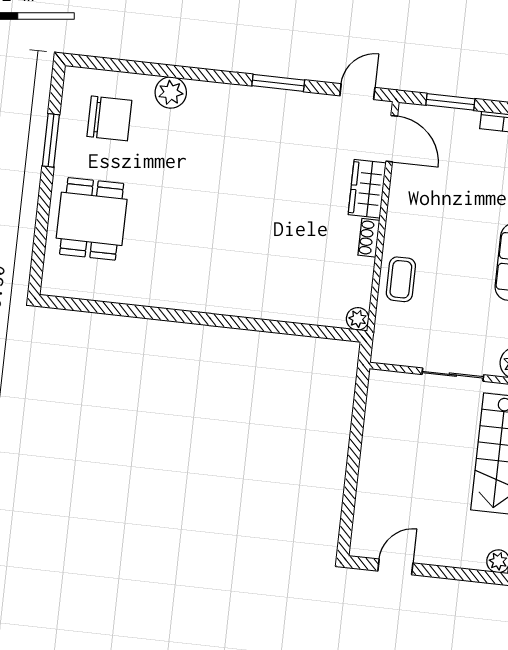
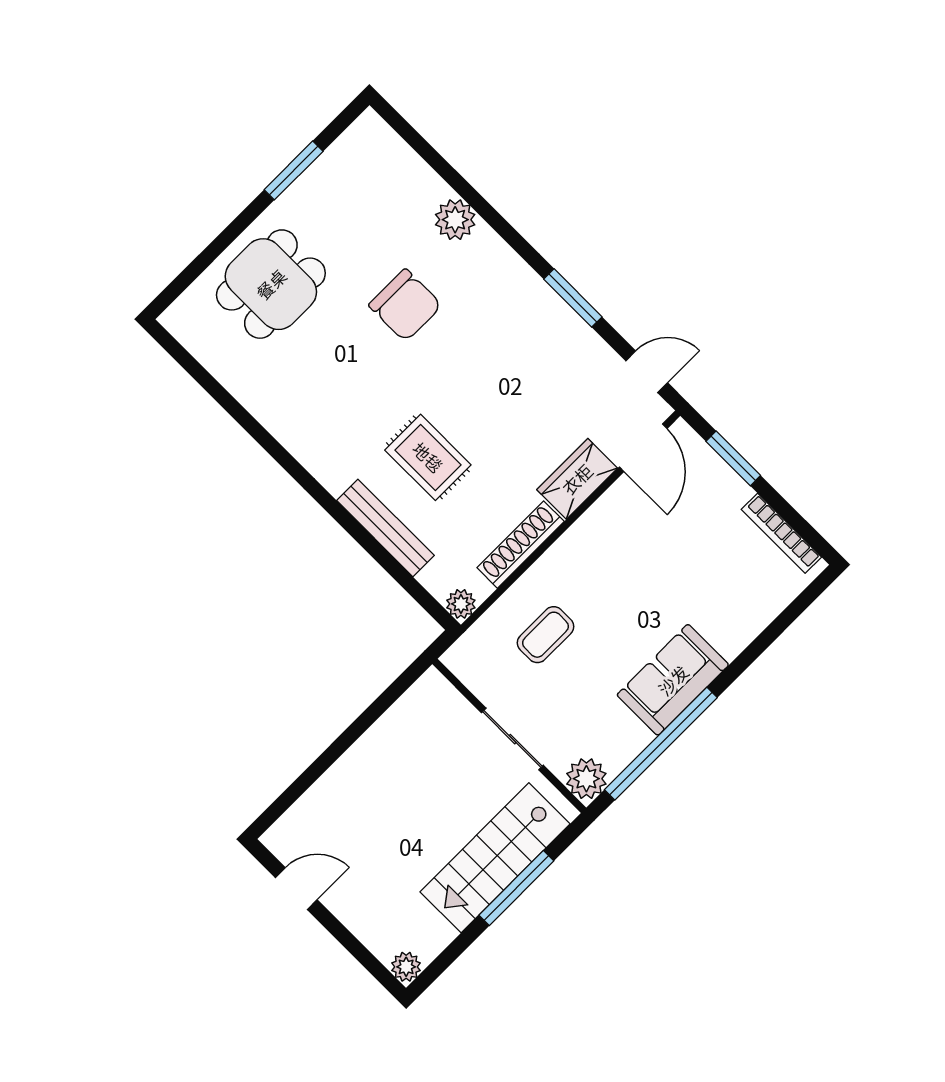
chair: (109, 118) -> (405, 305), moved
shoe rack: (369, 238) -> (521, 545), width x1.94, depth x1.24
rug: (268, 247) -> (428, 457), added
coffee table: (401, 279) -> (546, 635), moved
bench: (276, 310) -> (385, 528), added

